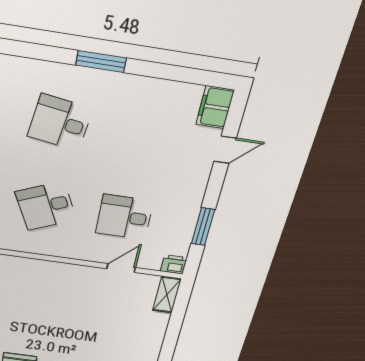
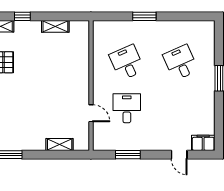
desk: (60, 123) -> (181, 63), turned -33
printer: (174, 264) -> (99, 144), removed
shelving: (167, 295) -> (60, 144), moved

